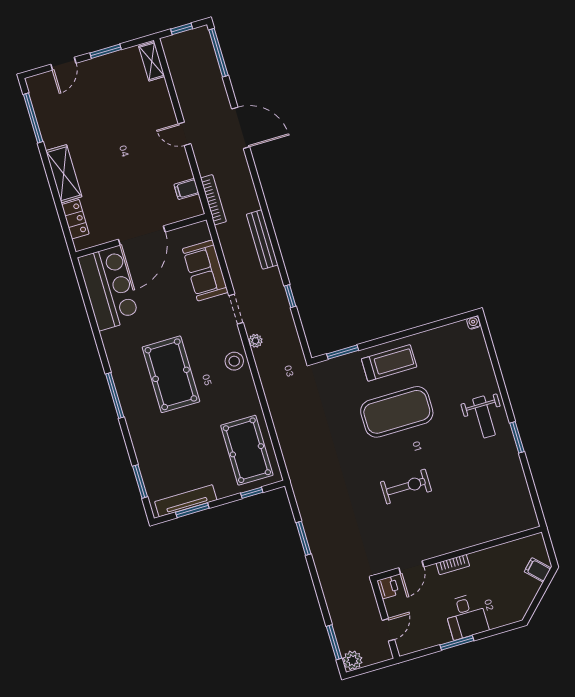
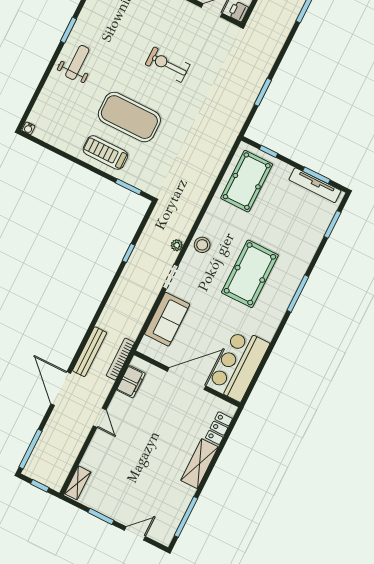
filing cabinet: (187, 189) -> (131, 382), width x2.00
bench: (262, 240) -> (90, 352), moved

